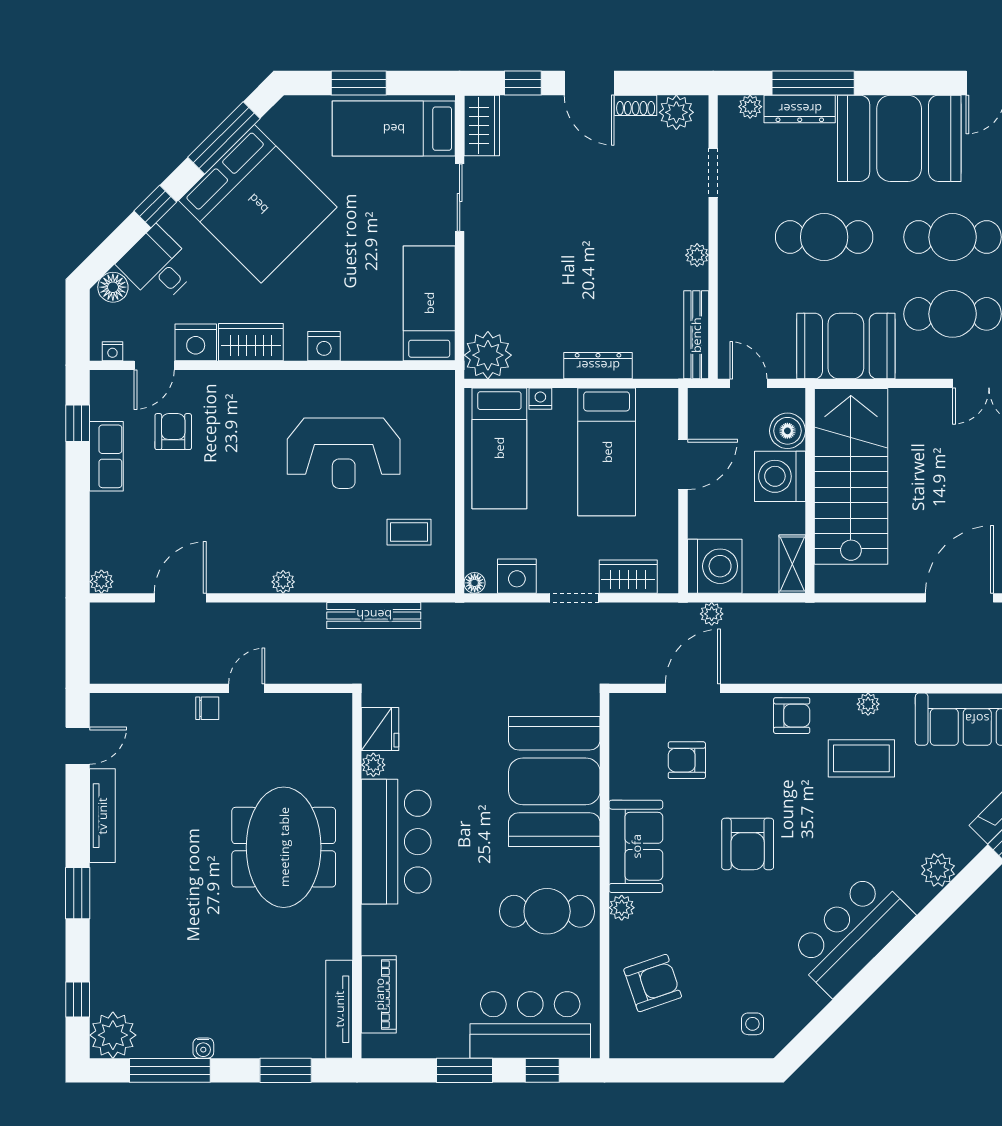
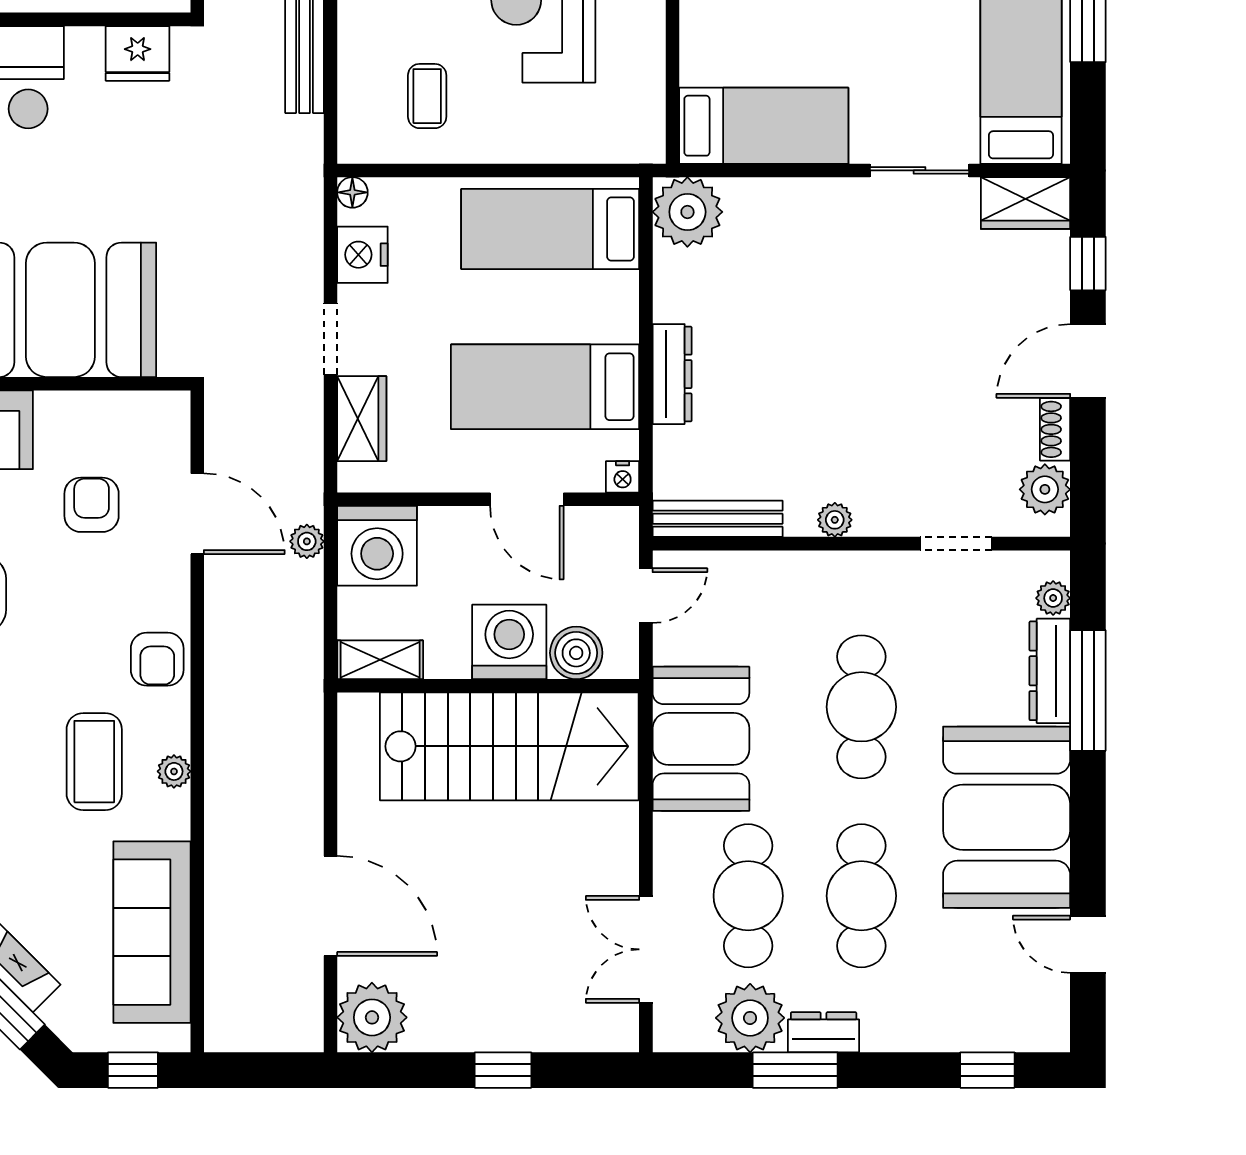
nightstand: (540, 399) -> (623, 477), moved, turned 90
plant: (373, 765) -> (85, 43), removed

